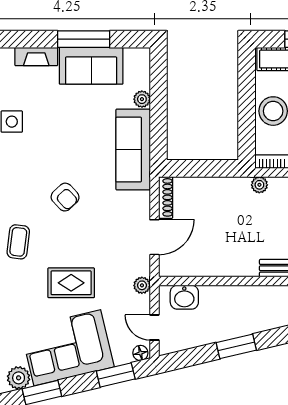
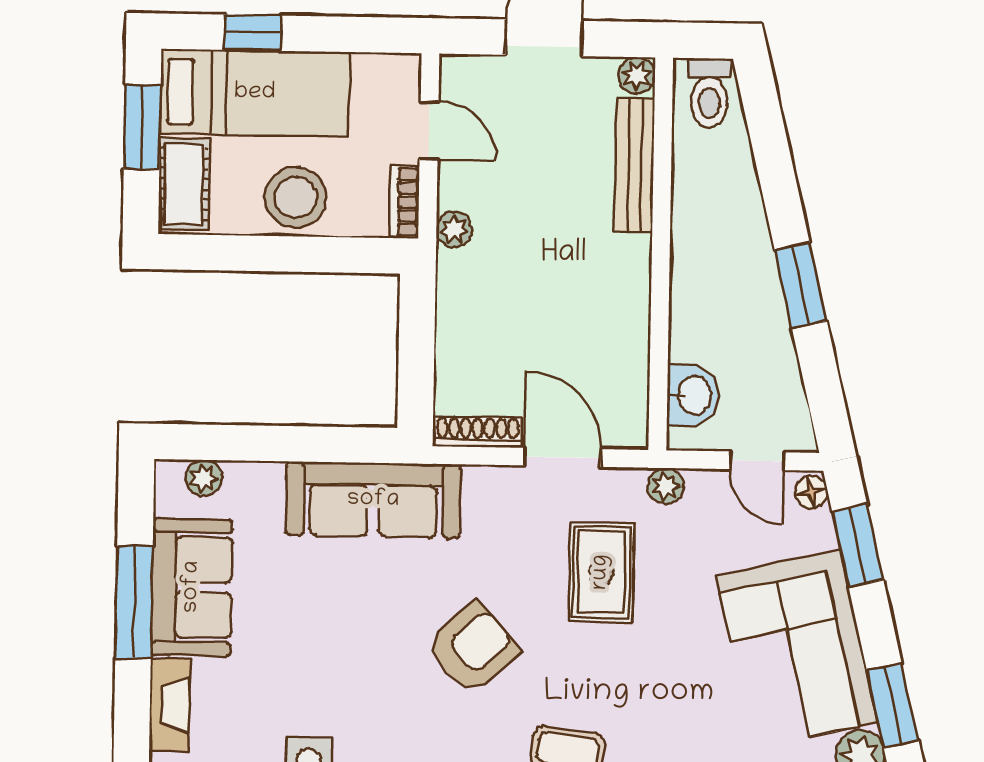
plant: (142, 99) -> (204, 478), moved
armchair: (65, 197) -> (473, 648), width x1.38, depth x1.38
rug: (71, 283) -> (601, 572), moved
door: (154, 327) -> (757, 461), hinge flipped

